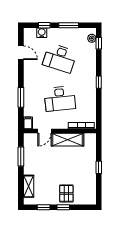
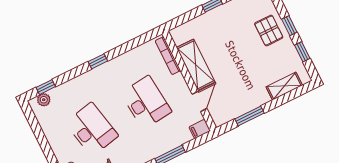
window: (69, 25) -> (42, 139), removed
desk: (60, 58) -> (92, 129), turned -30
door: (45, 131) -> (200, 101), hinge flipped
pallet: (66, 193) -> (269, 31), turned 90

